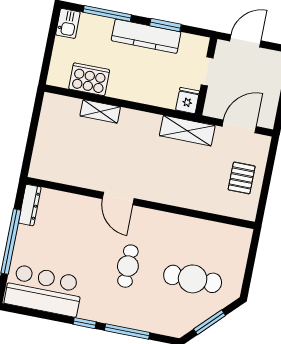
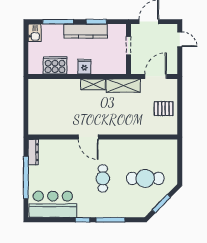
fridge: (188, 101) -> (84, 67), moved
shelving: (100, 111) -> (93, 84), moved
pallet: (242, 178) -> (164, 109), turned 90

